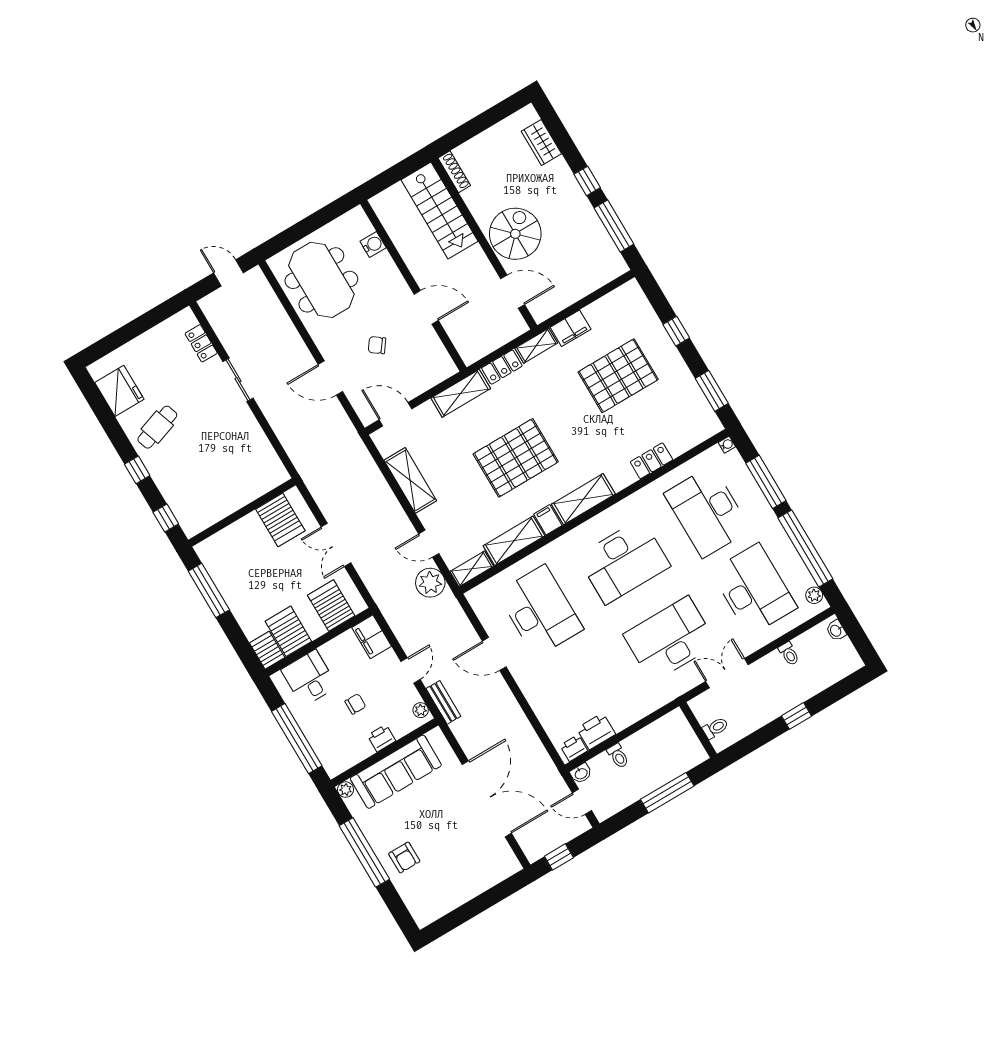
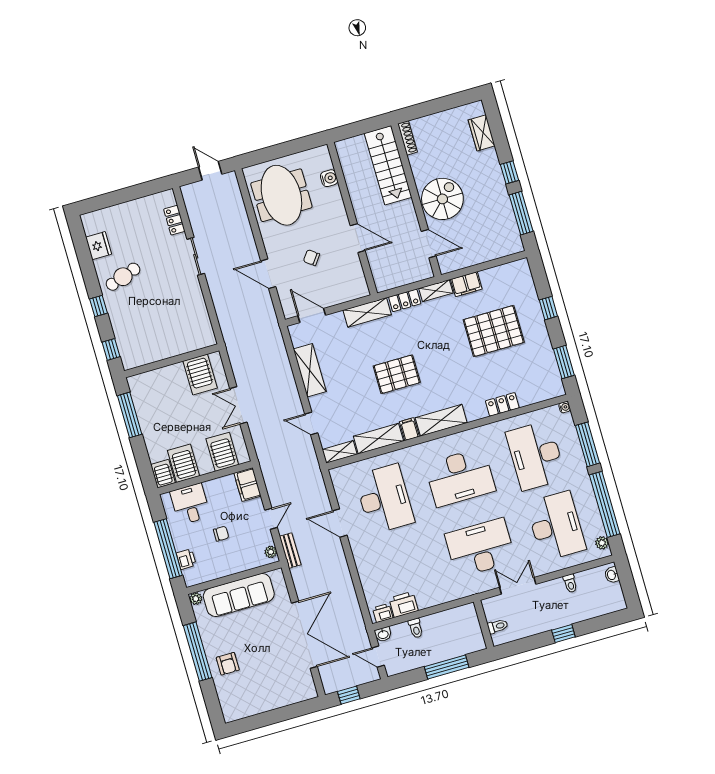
fridge: (119, 391) -> (99, 246), width x0.73, depth x0.75
pallet: (516, 458) -> (397, 374), width x0.73, depth x0.71
plant: (430, 583) -> (304, 454), removed
printer: (381, 738) -> (186, 559), moved, turned 90

